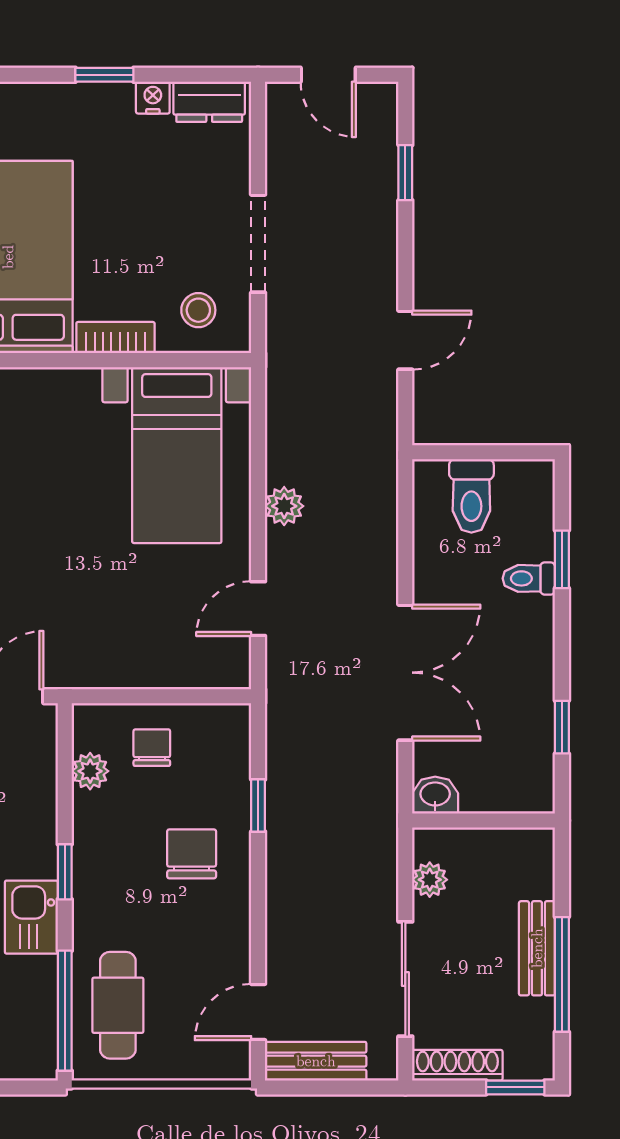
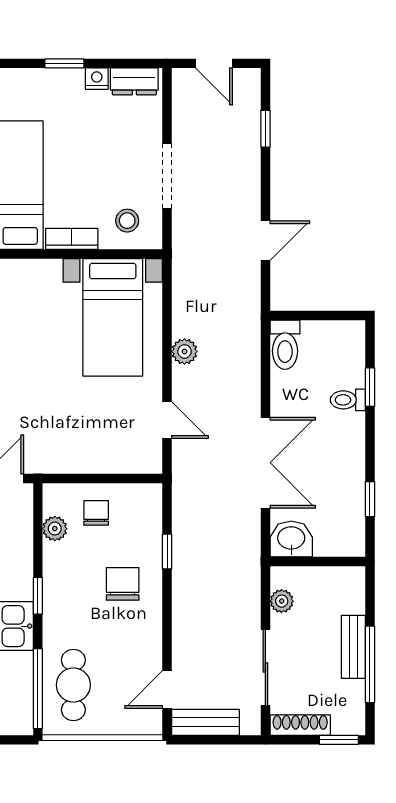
toilet: (471, 496) -> (285, 345), moved
door: (258, 609) -> (167, 420), swing flipped
washbasin: (435, 795) -> (291, 539), width x1.38, depth x1.45

